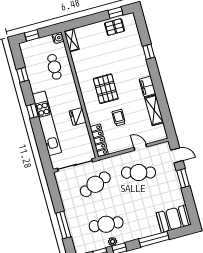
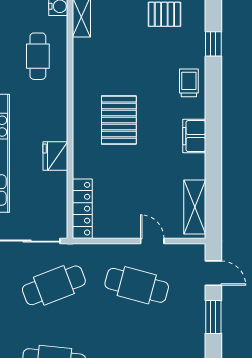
window: (149, 52) -> (213, 44), moved
shelving: (154, 110) -> (195, 207), moved
trolley: (119, 118) -> (189, 83), moved

